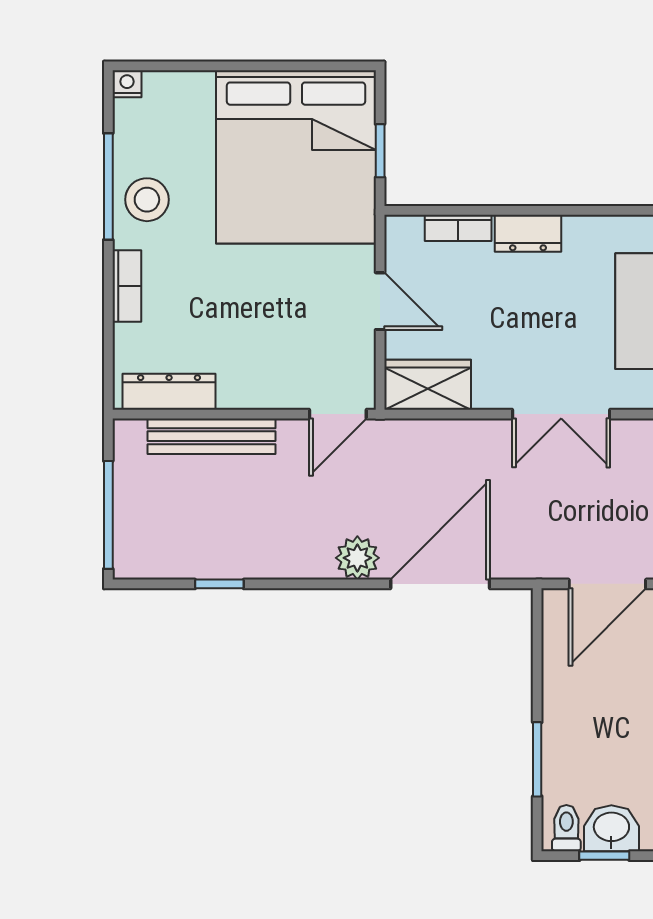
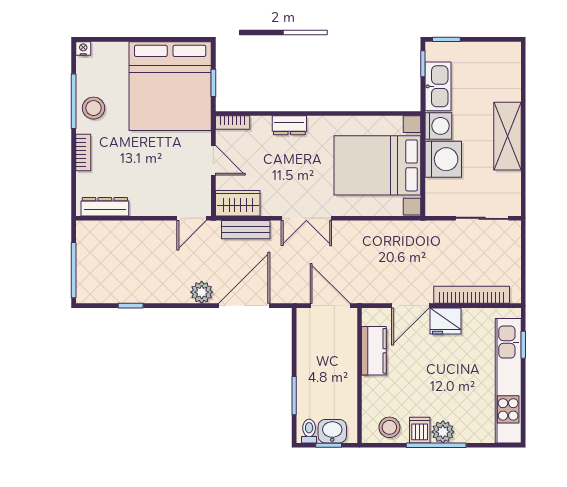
bookcase: (458, 228) -> (233, 123), moved
bench: (212, 436) -> (246, 230), moved, width x0.73
door: (607, 584) -> (330, 306), swing flipped

